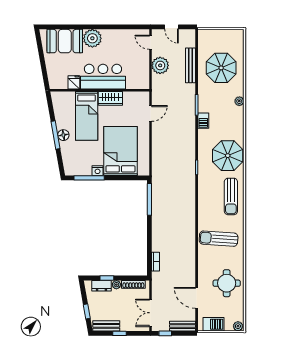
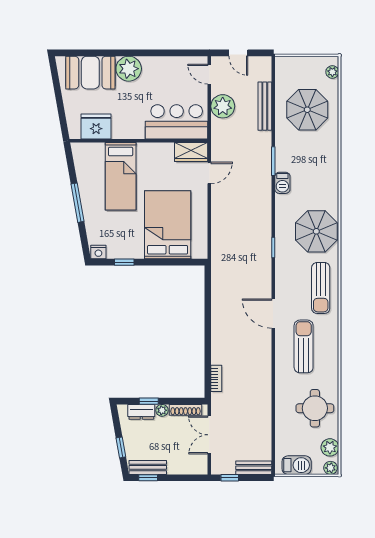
bar counter: (103, 77) -> (177, 122), moved
fridge: (74, 82) -> (96, 127), width x1.88, depth x1.34
wardrobe: (110, 98) -> (191, 152), moved
plant: (239, 101) -> (332, 72), moved
floor lamp: (63, 135) -> (89, 203), removed
nightstand: (98, 171) -> (98, 252), moved
window: (89, 178) -> (124, 262), width x0.46
window: (149, 199) -> (208, 292), removed
sun lounger: (219, 239) -> (304, 346), turned 86
door: (197, 298) -> (273, 314), moved
plant: (238, 311) -> (330, 447), added
double door: (151, 313) -> (209, 435), moved
window: (120, 333) -> (148, 478), moved

